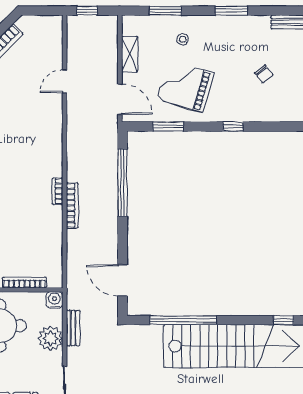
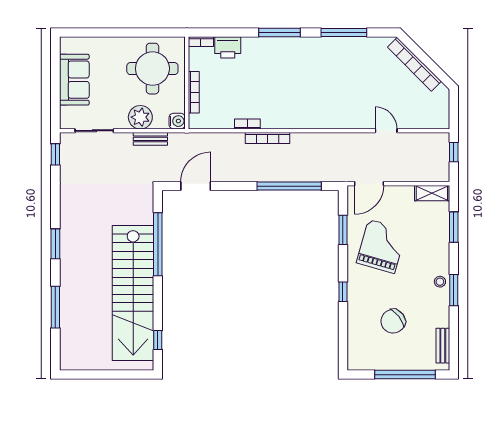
stool: (183, 39) -> (440, 282), moved
shelving: (130, 54) -> (432, 193), moved
chair: (264, 74) -> (393, 321), width x1.87, depth x1.87
bookcase: (57, 191) -> (247, 124), moved

